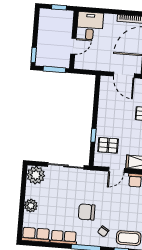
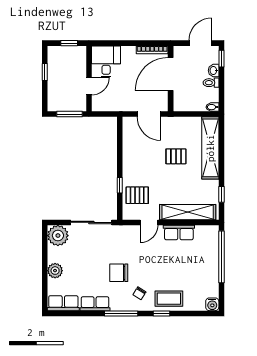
window: (34, 55) -> (45, 72), moved

